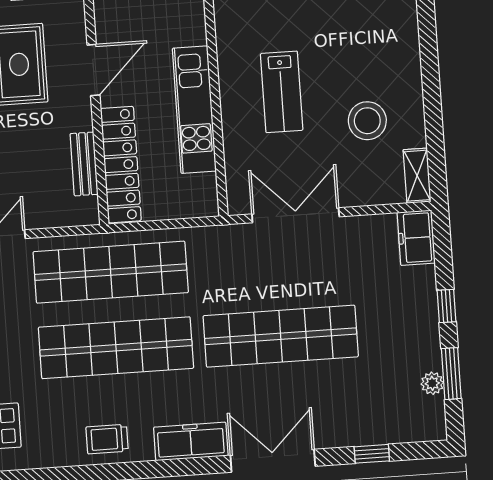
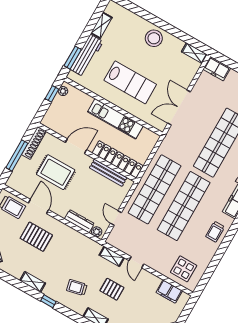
door: (93, 70) -> (76, 146), hinge flipped
lab bench: (282, 92) -> (130, 82), width x1.36, depth x1.39
stool: (367, 121) -> (154, 38), moved
bench: (84, 164) -> (108, 173), width x1.36

